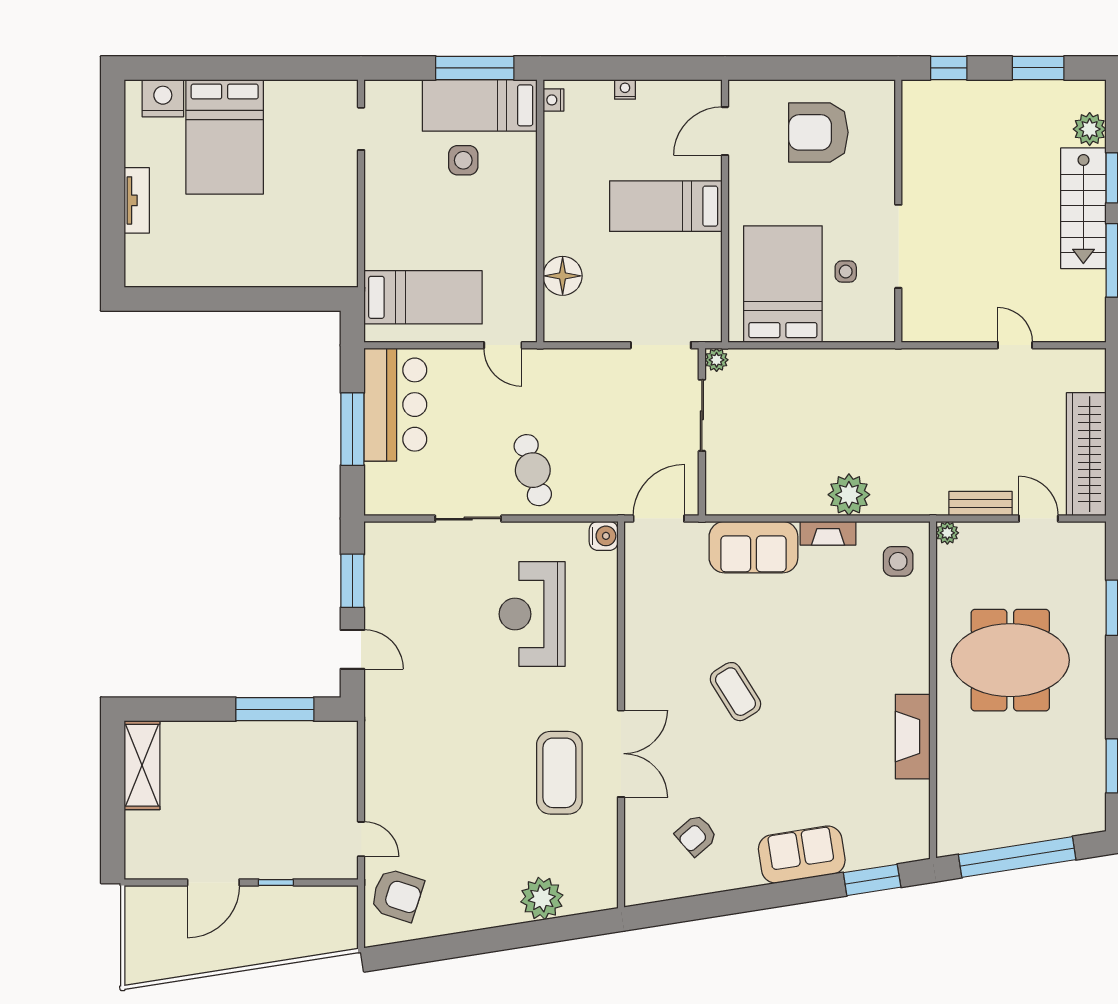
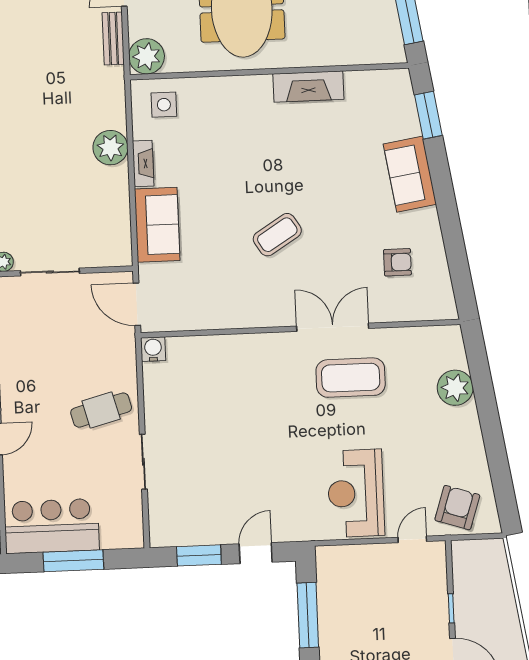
plant: (947, 533) -> (147, 56), width x1.87, depth x1.87
reception desk: (532, 614) -> (356, 493), moved, turned 90
armchair: (696, 835) -> (397, 262), turned -49

